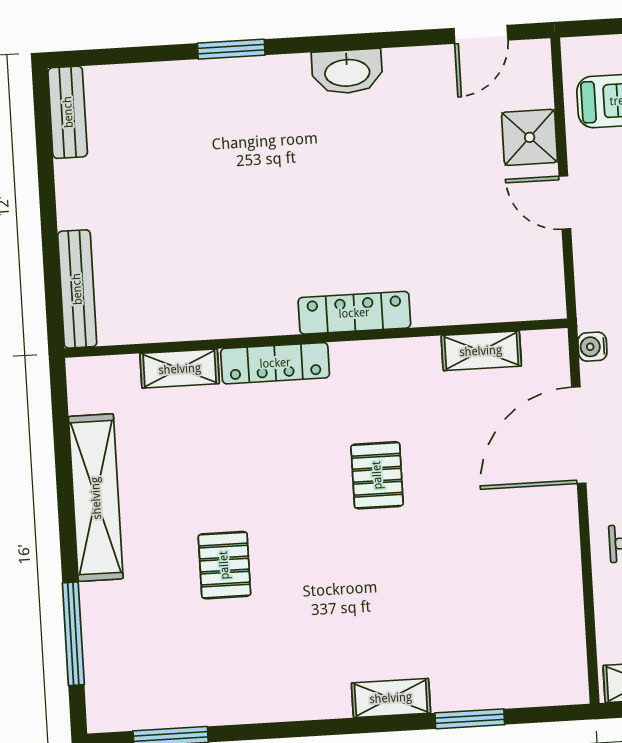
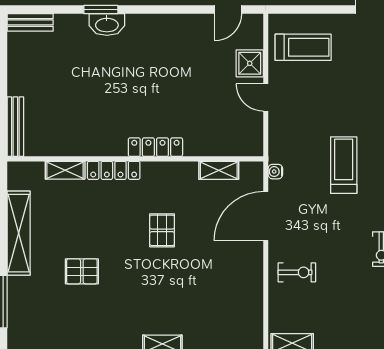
washbasin: (347, 72) -> (107, 24), moved
bench: (68, 112) -> (30, 22), moved, turned 90
pallet: (224, 565) -> (82, 271), turned 90

